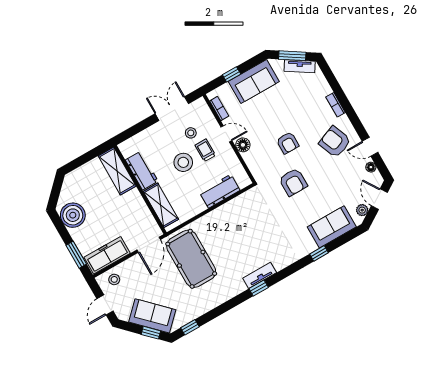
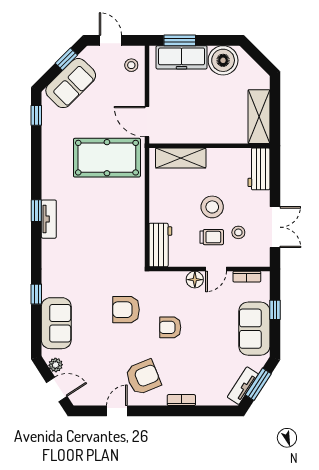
floor lamp: (371, 167) -> (95, 400), removed
shelving: (117, 171) -> (259, 117), moved, turned 90
workbench: (142, 171) -> (259, 169), moved, turned 90
workbench: (220, 191) -> (160, 245), moved
freezer: (107, 255) -> (182, 57), moved, turned 90
window: (151, 333) -> (66, 59), moved

